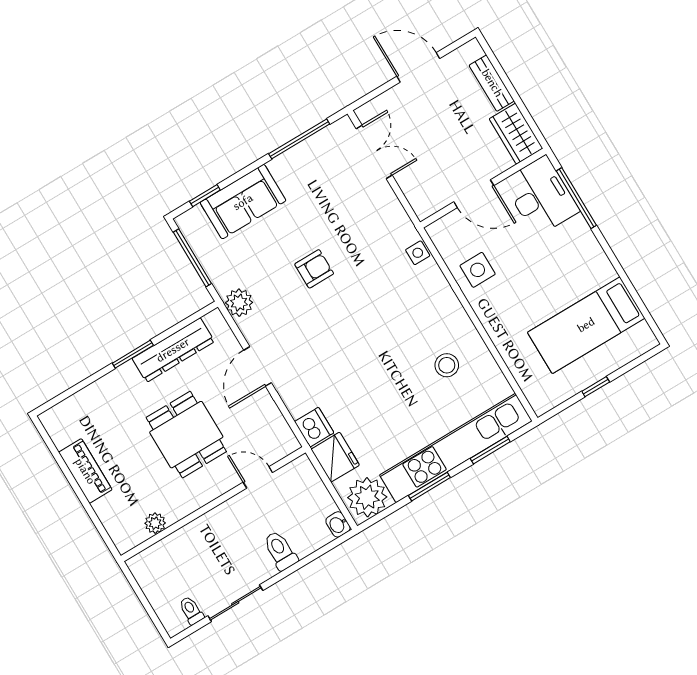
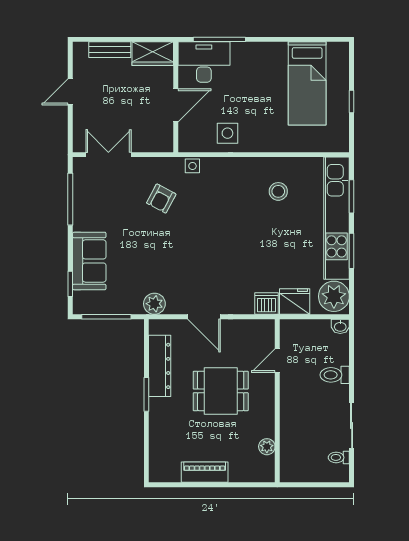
door: (418, 67) -> (70, 92), width x0.73
armchair: (314, 269) -> (161, 199), moved, turned -152

